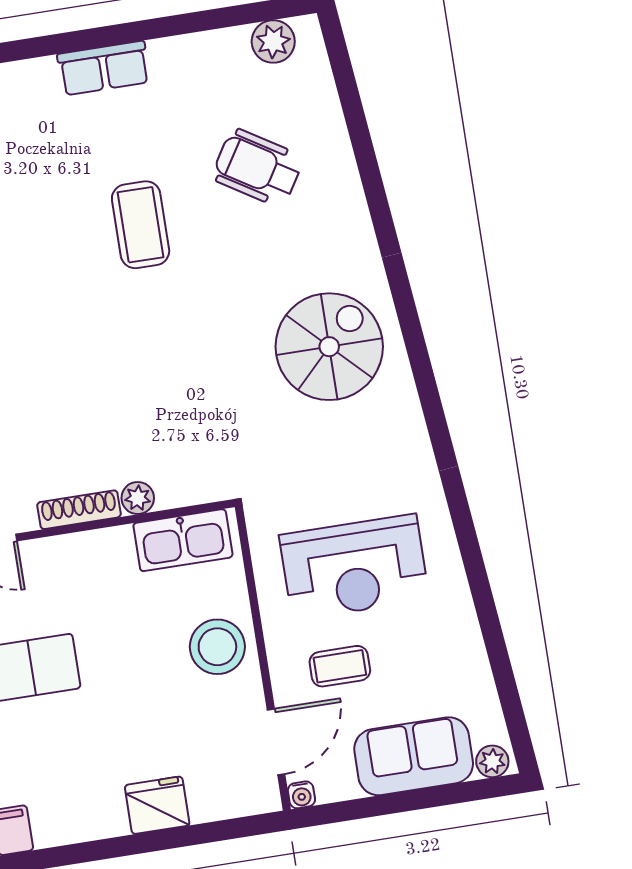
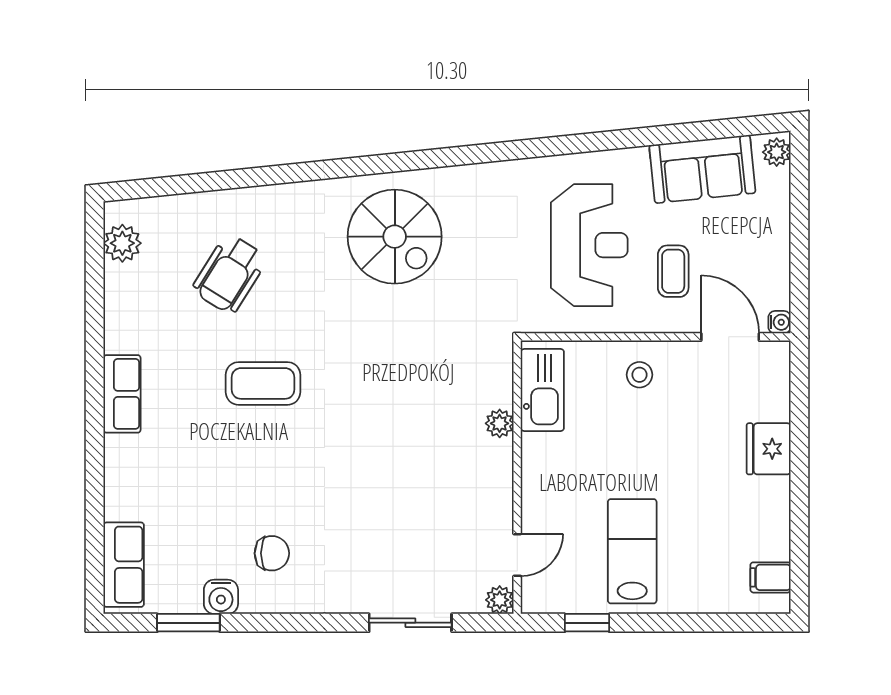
spiral stairs: (329, 347) -> (395, 237), turned 180
shoe rack: (79, 510) -> (502, 476), removed
stool: (217, 647) -> (639, 375), width x0.53, depth x0.53
sofa: (414, 756) -> (702, 169), moved, turned -96

